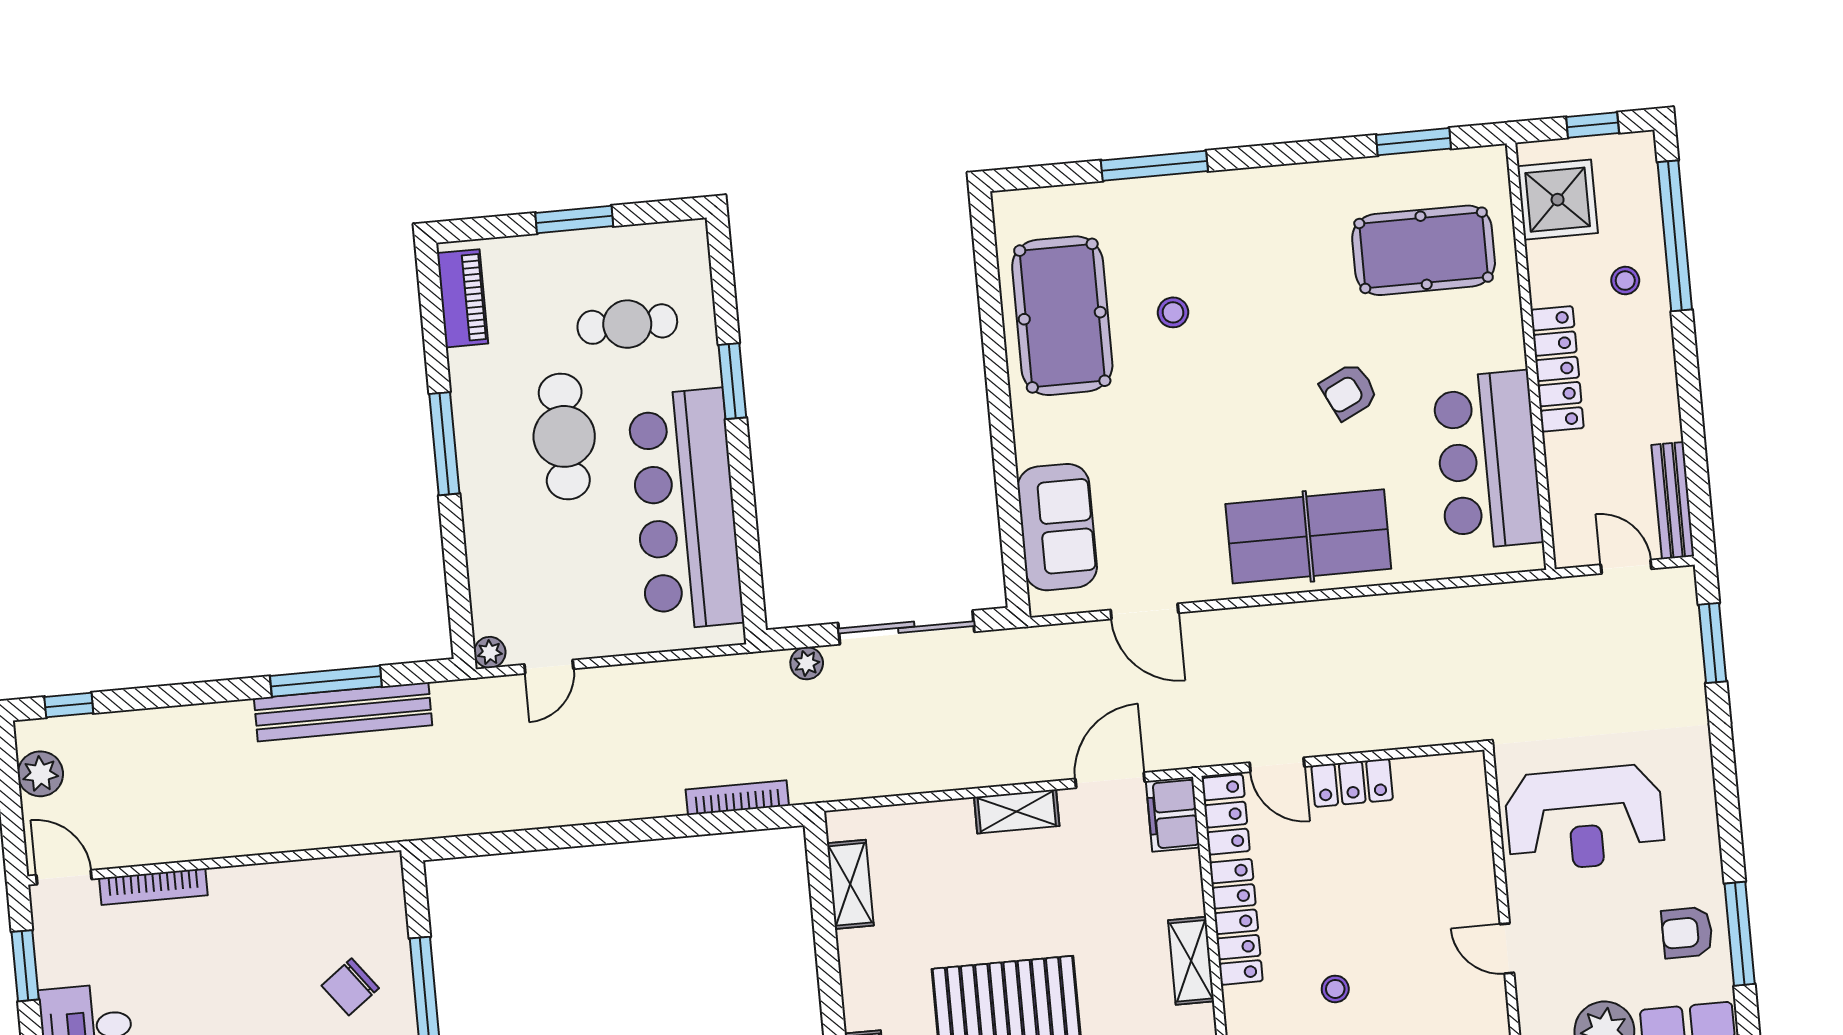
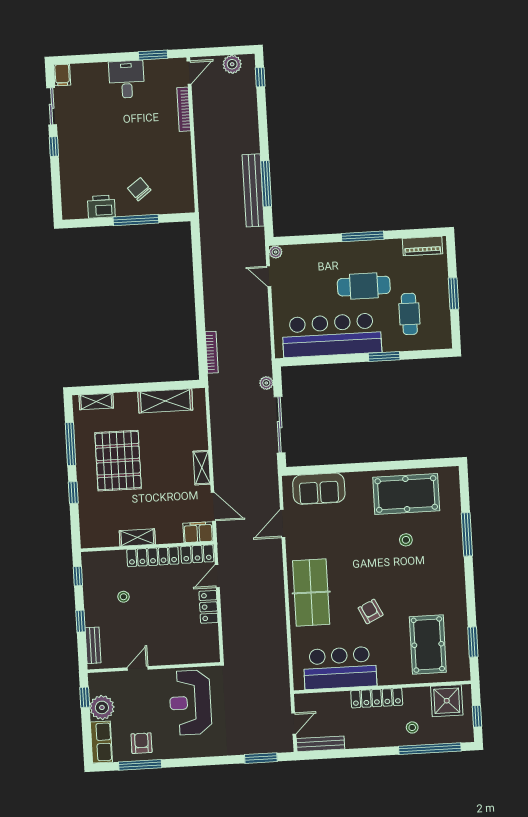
shelving: (850, 884) -> (165, 401), width x1.50, depth x1.33

